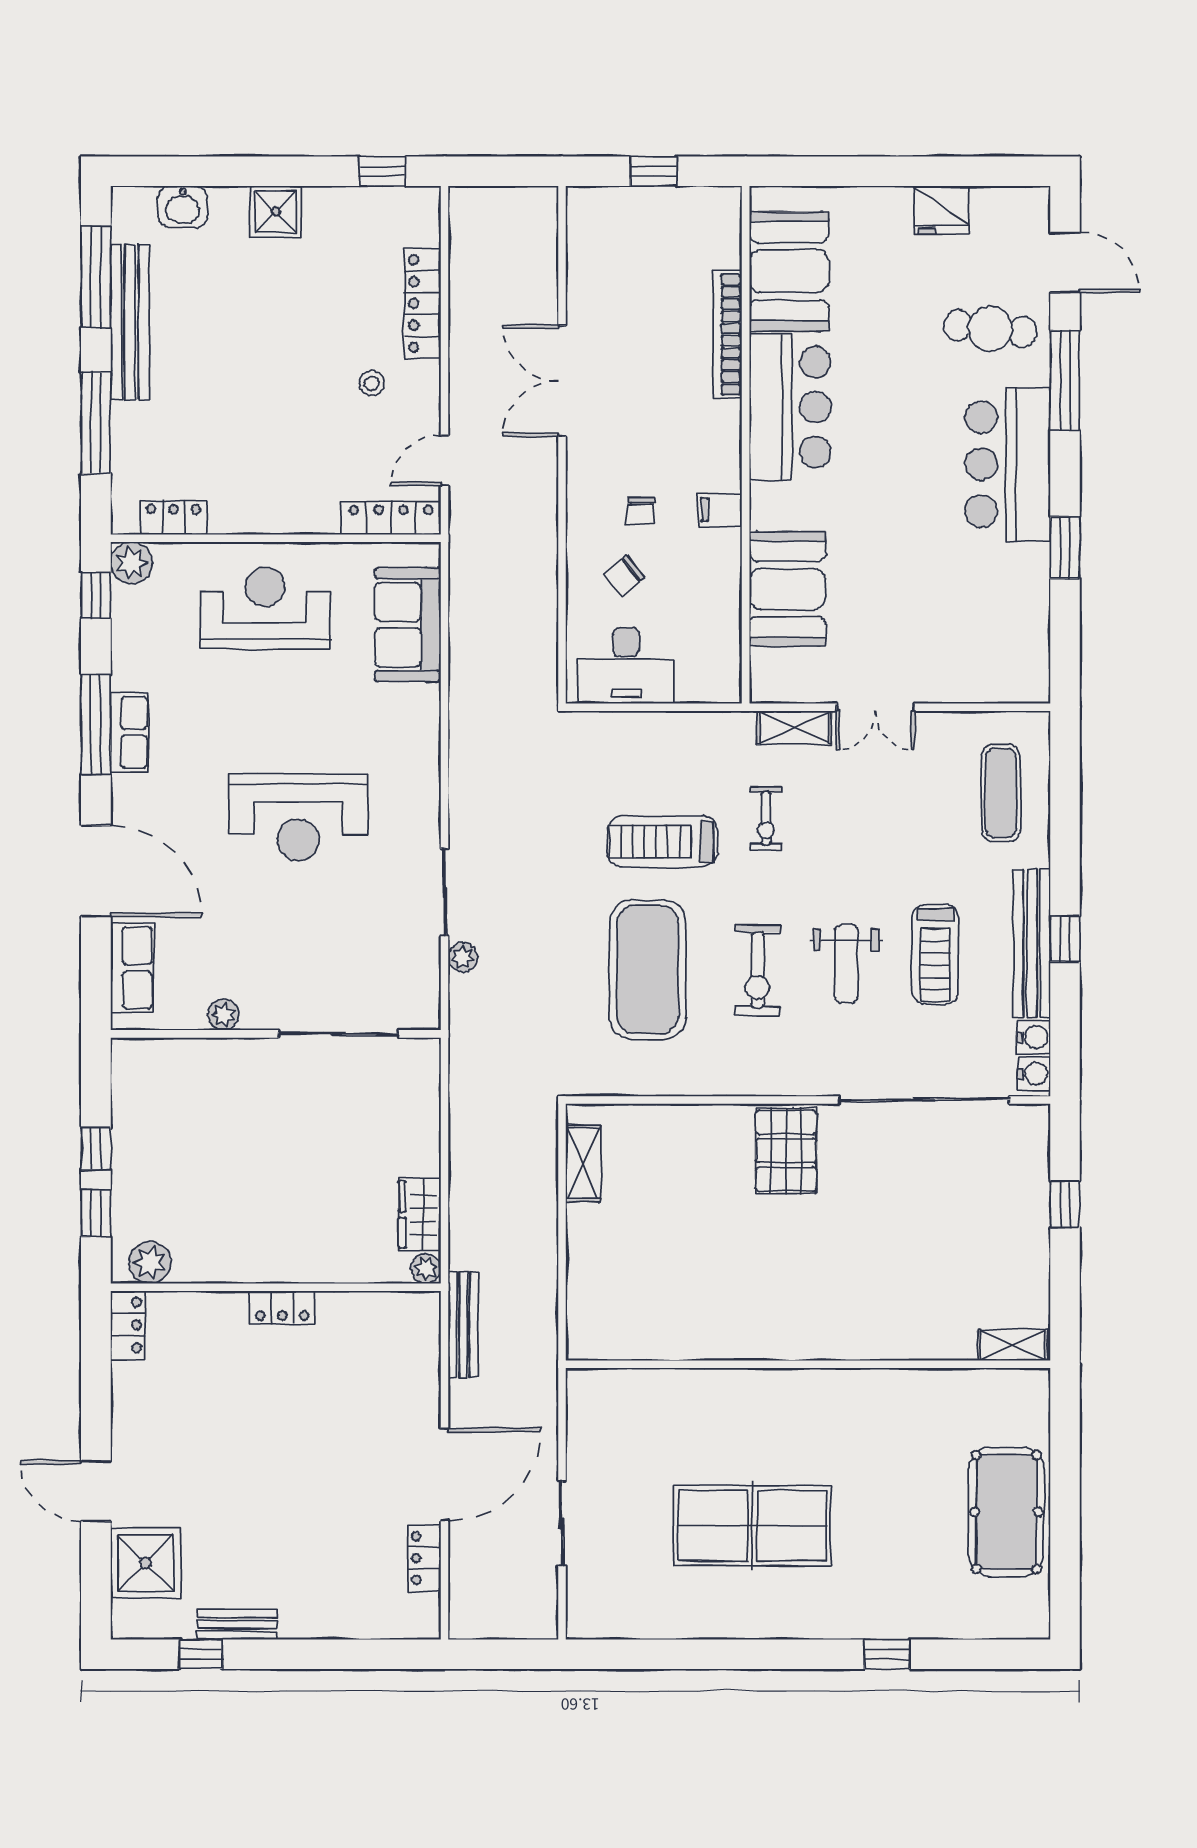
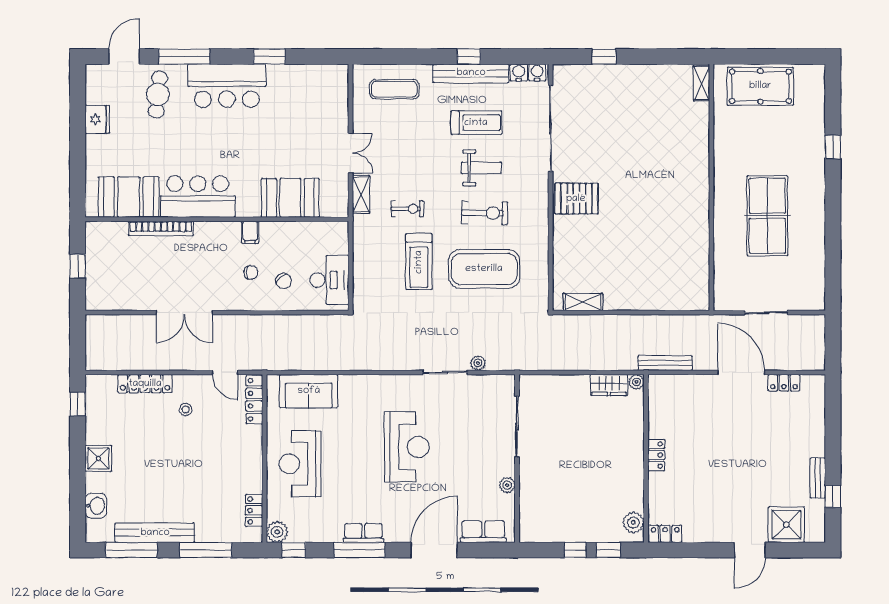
shelving: (1013, 1345) -> (702, 83), moved
wall: (808, 1364) -> (711, 187), moved

